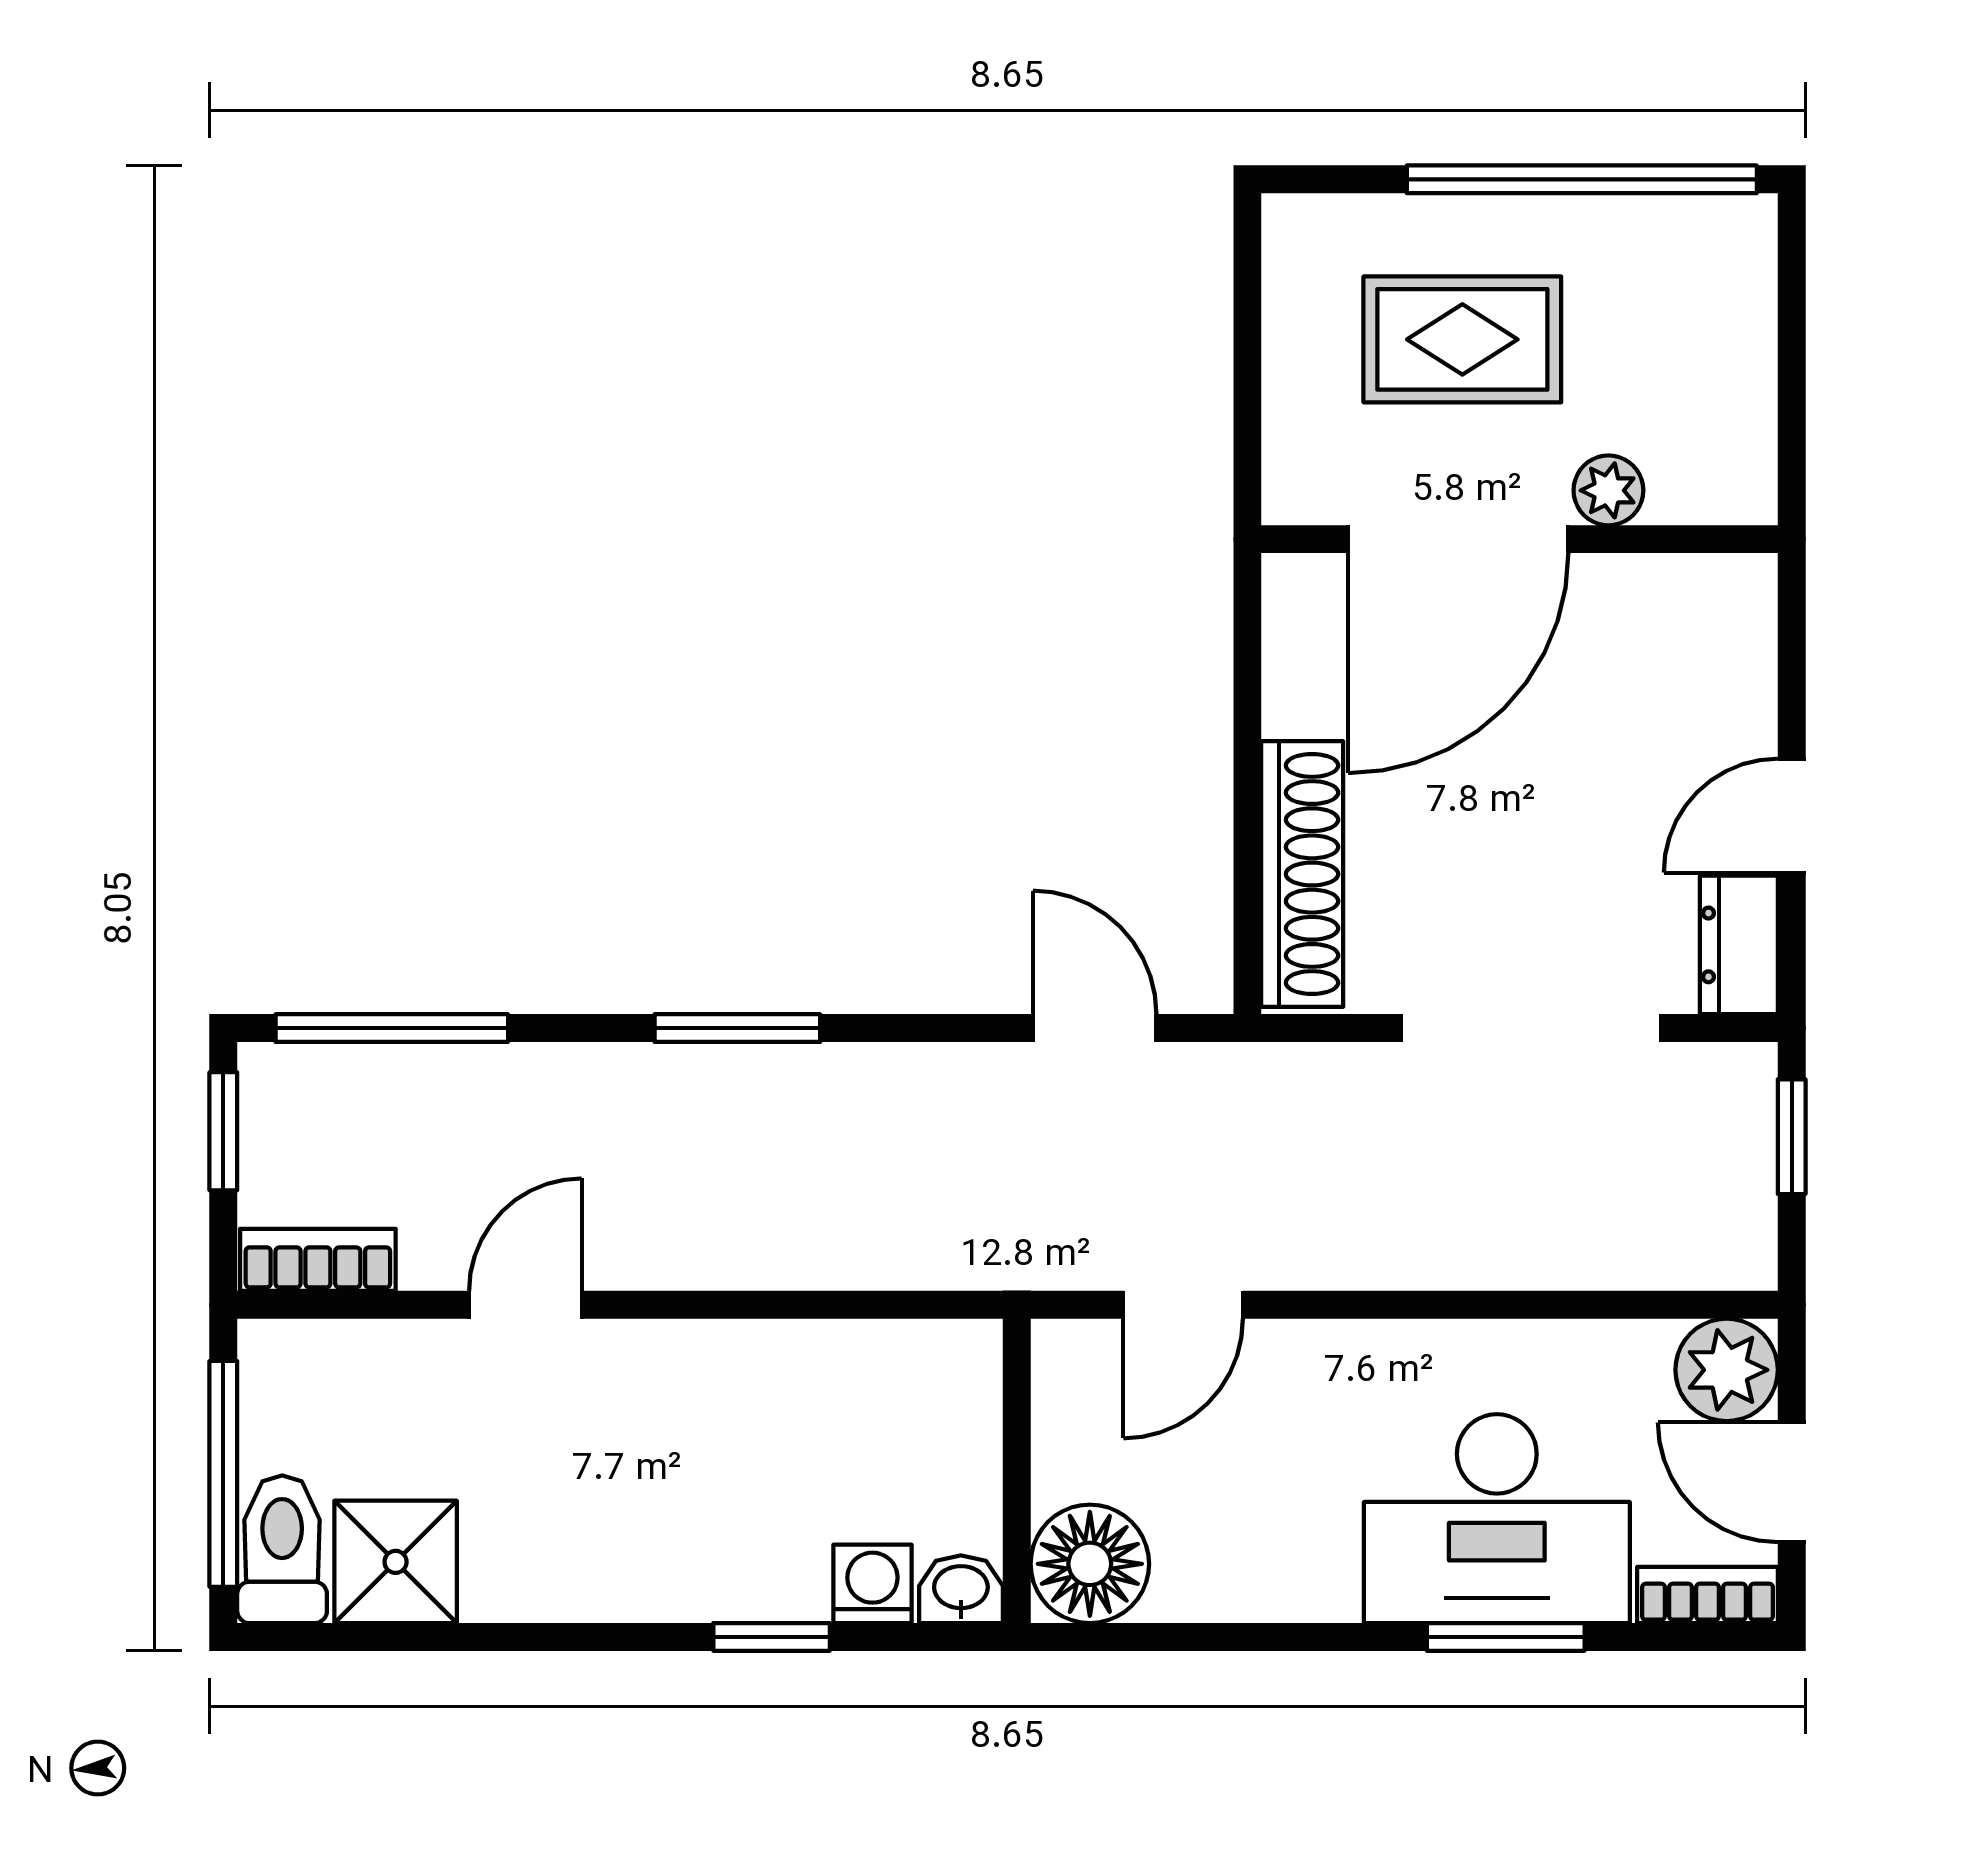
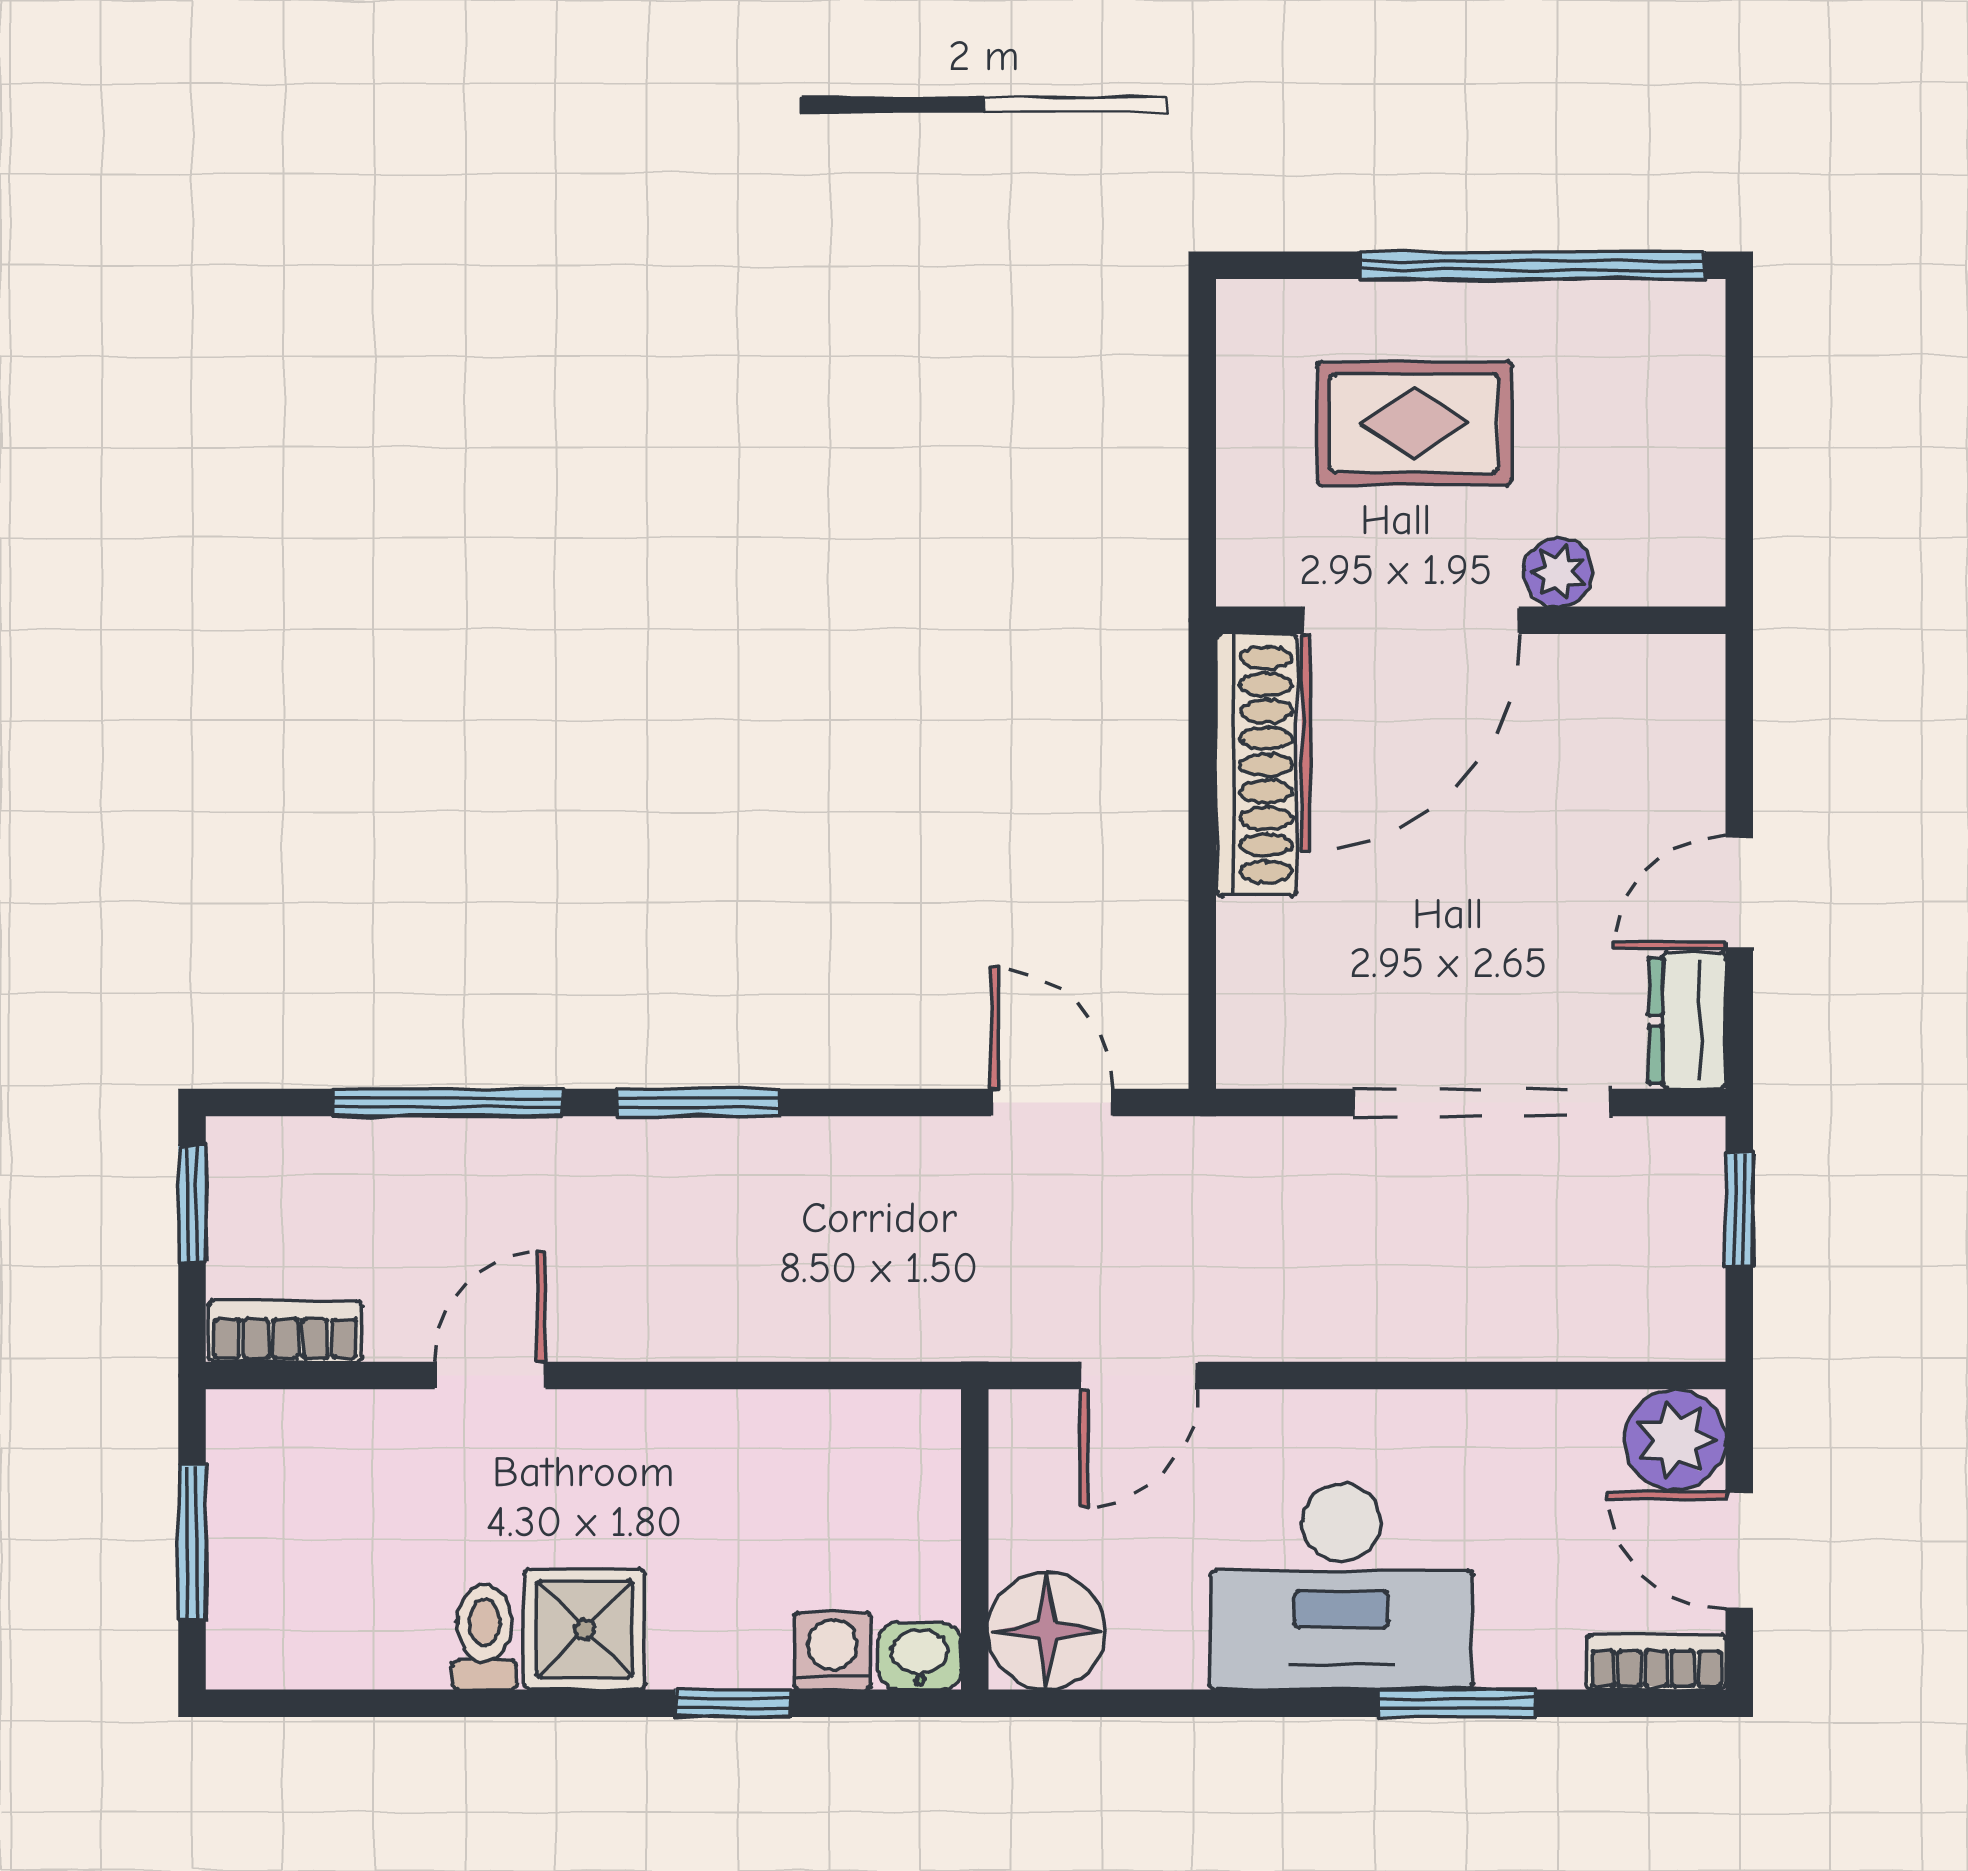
shoe rack: (1302, 874) -> (1256, 765), moved
window: (392, 1028) -> (447, 1103), moved
window: (223, 1474) -> (192, 1542), width x0.69
desk: (1497, 1519) -> (1341, 1587), moved
toilet: (282, 1549) -> (485, 1637), moved, width x0.73, depth x0.72
shower: (396, 1562) -> (585, 1629), moved

